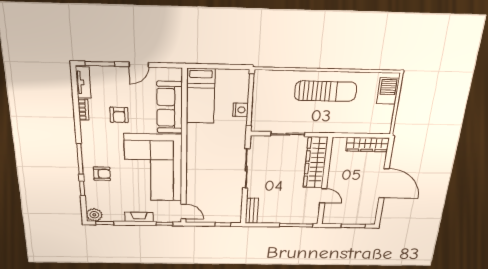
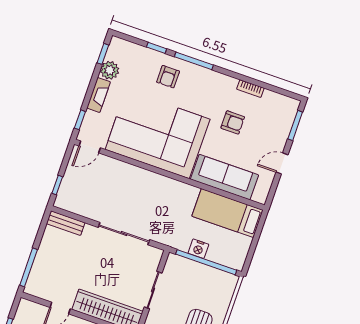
door: (139, 65) -> (282, 163), hinge flipped
tv unit: (83, 82) -> (280, 101), removed
armchair: (119, 115) -> (233, 122), turned 180
plant: (94, 215) -> (110, 70), moved

